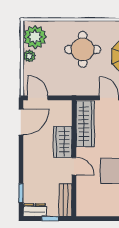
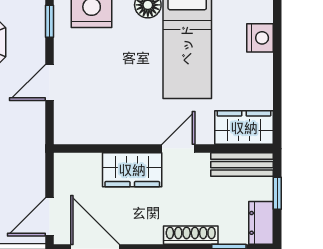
wardrobe: (85, 124) -> (244, 128), moved, width x0.67
shoe rack: (28, 173) -> (191, 235), added

